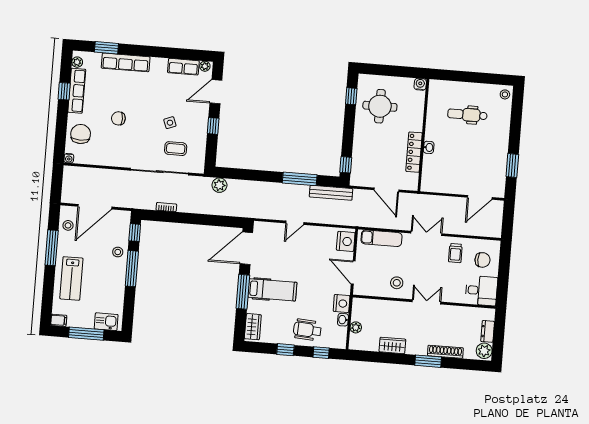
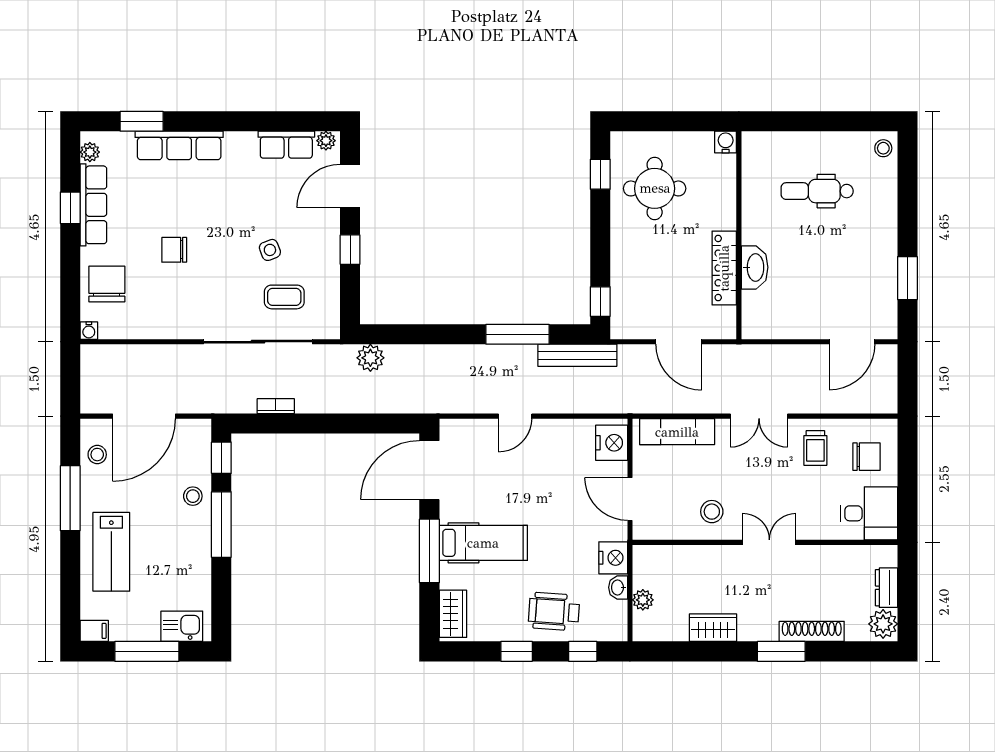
washbasin: (429, 147) -> (755, 267), width x1.91, depth x1.45
double door: (426, 233) -> (759, 416), swing flipped

